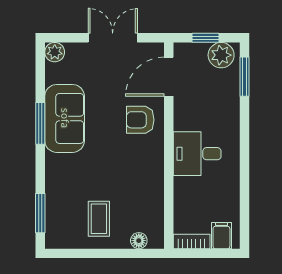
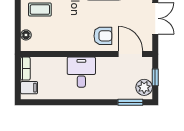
armchair: (140, 120) -> (103, 36), turned 90

